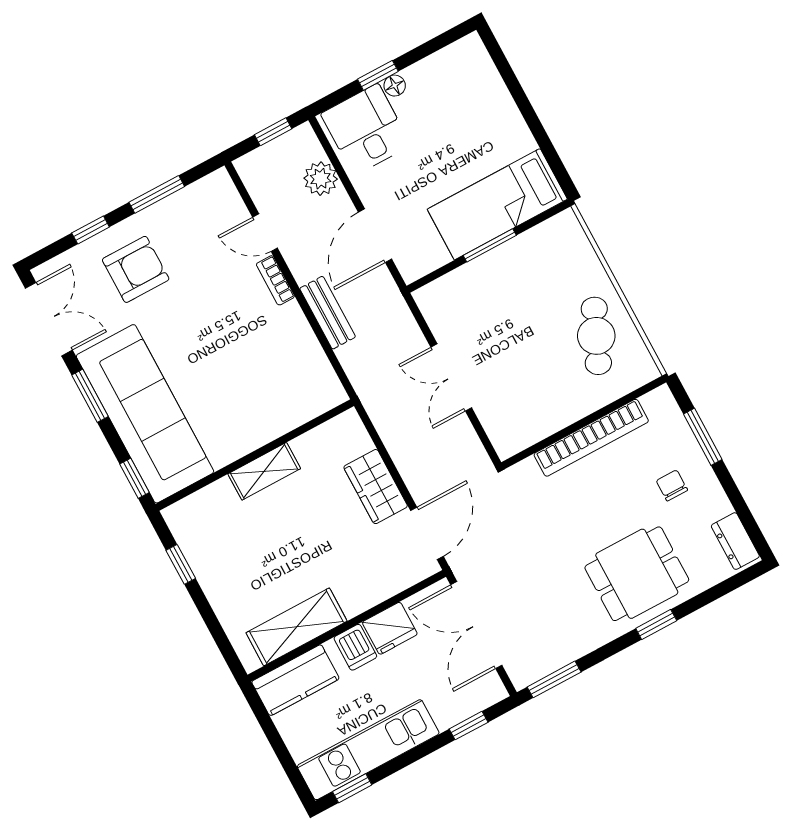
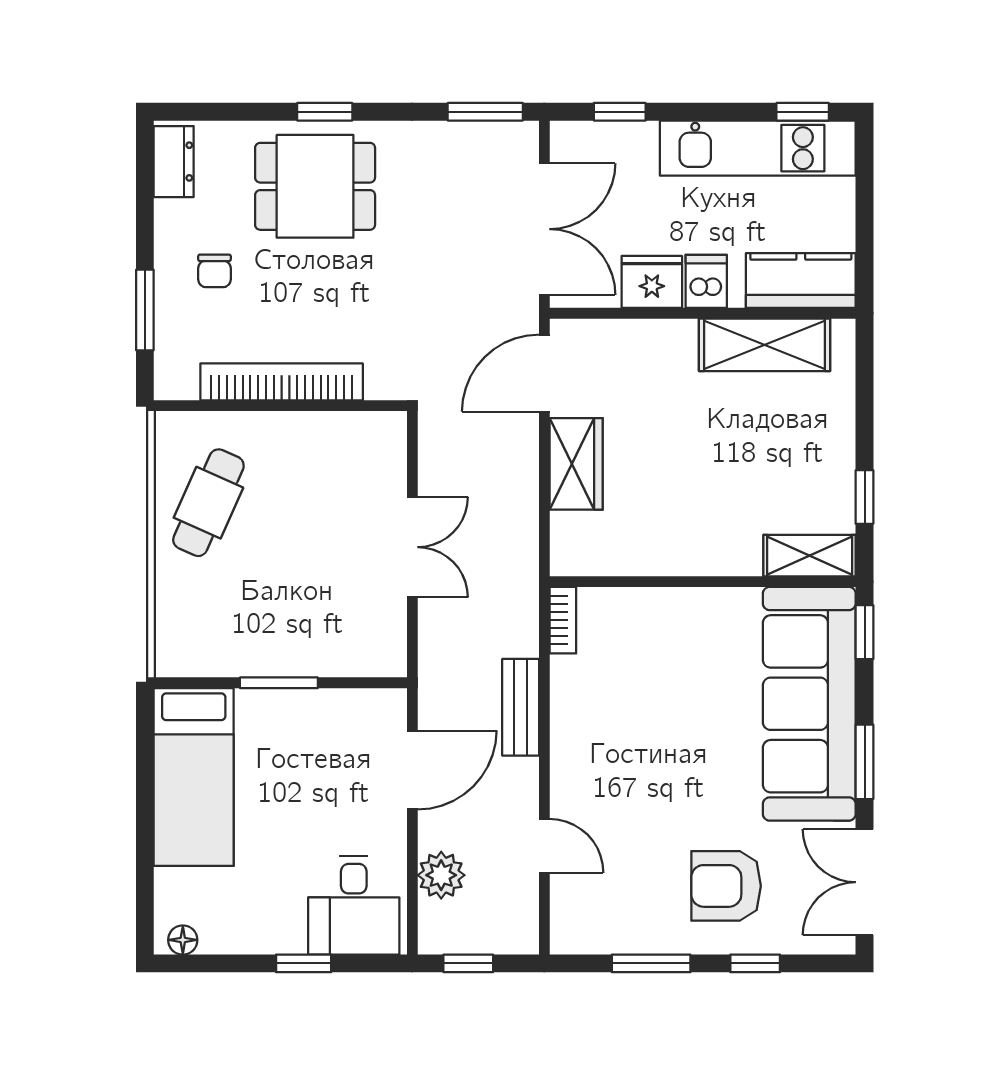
floor lamp: (395, 86) -> (183, 940), moved
bed: (497, 204) -> (194, 777), moved, turned 90
bookcase: (275, 280) -> (563, 620), moved
shelving: (264, 471) -> (810, 556), moved

